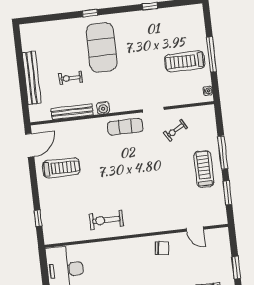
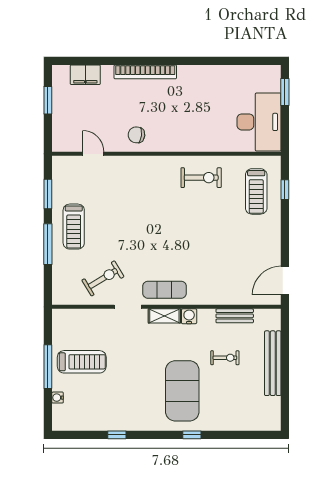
water cooler: (208, 91) -> (58, 398), moved
shelving: (123, 106) -> (164, 316), added
bench: (72, 112) -> (235, 316), width x0.73
exercise bike: (176, 130) -> (103, 278), width x1.38, depth x1.39
treadmill: (61, 168) -> (256, 191), moved, turned -90

